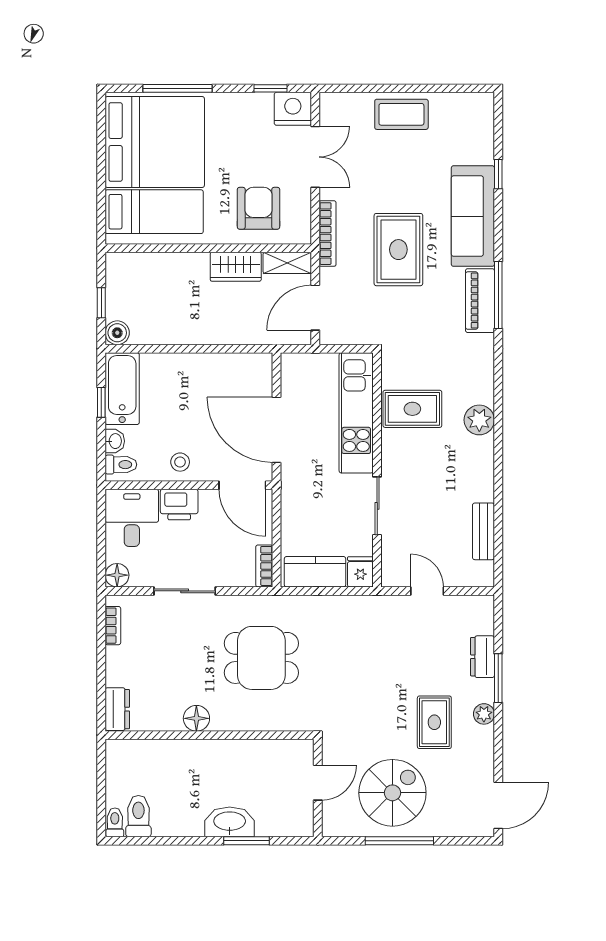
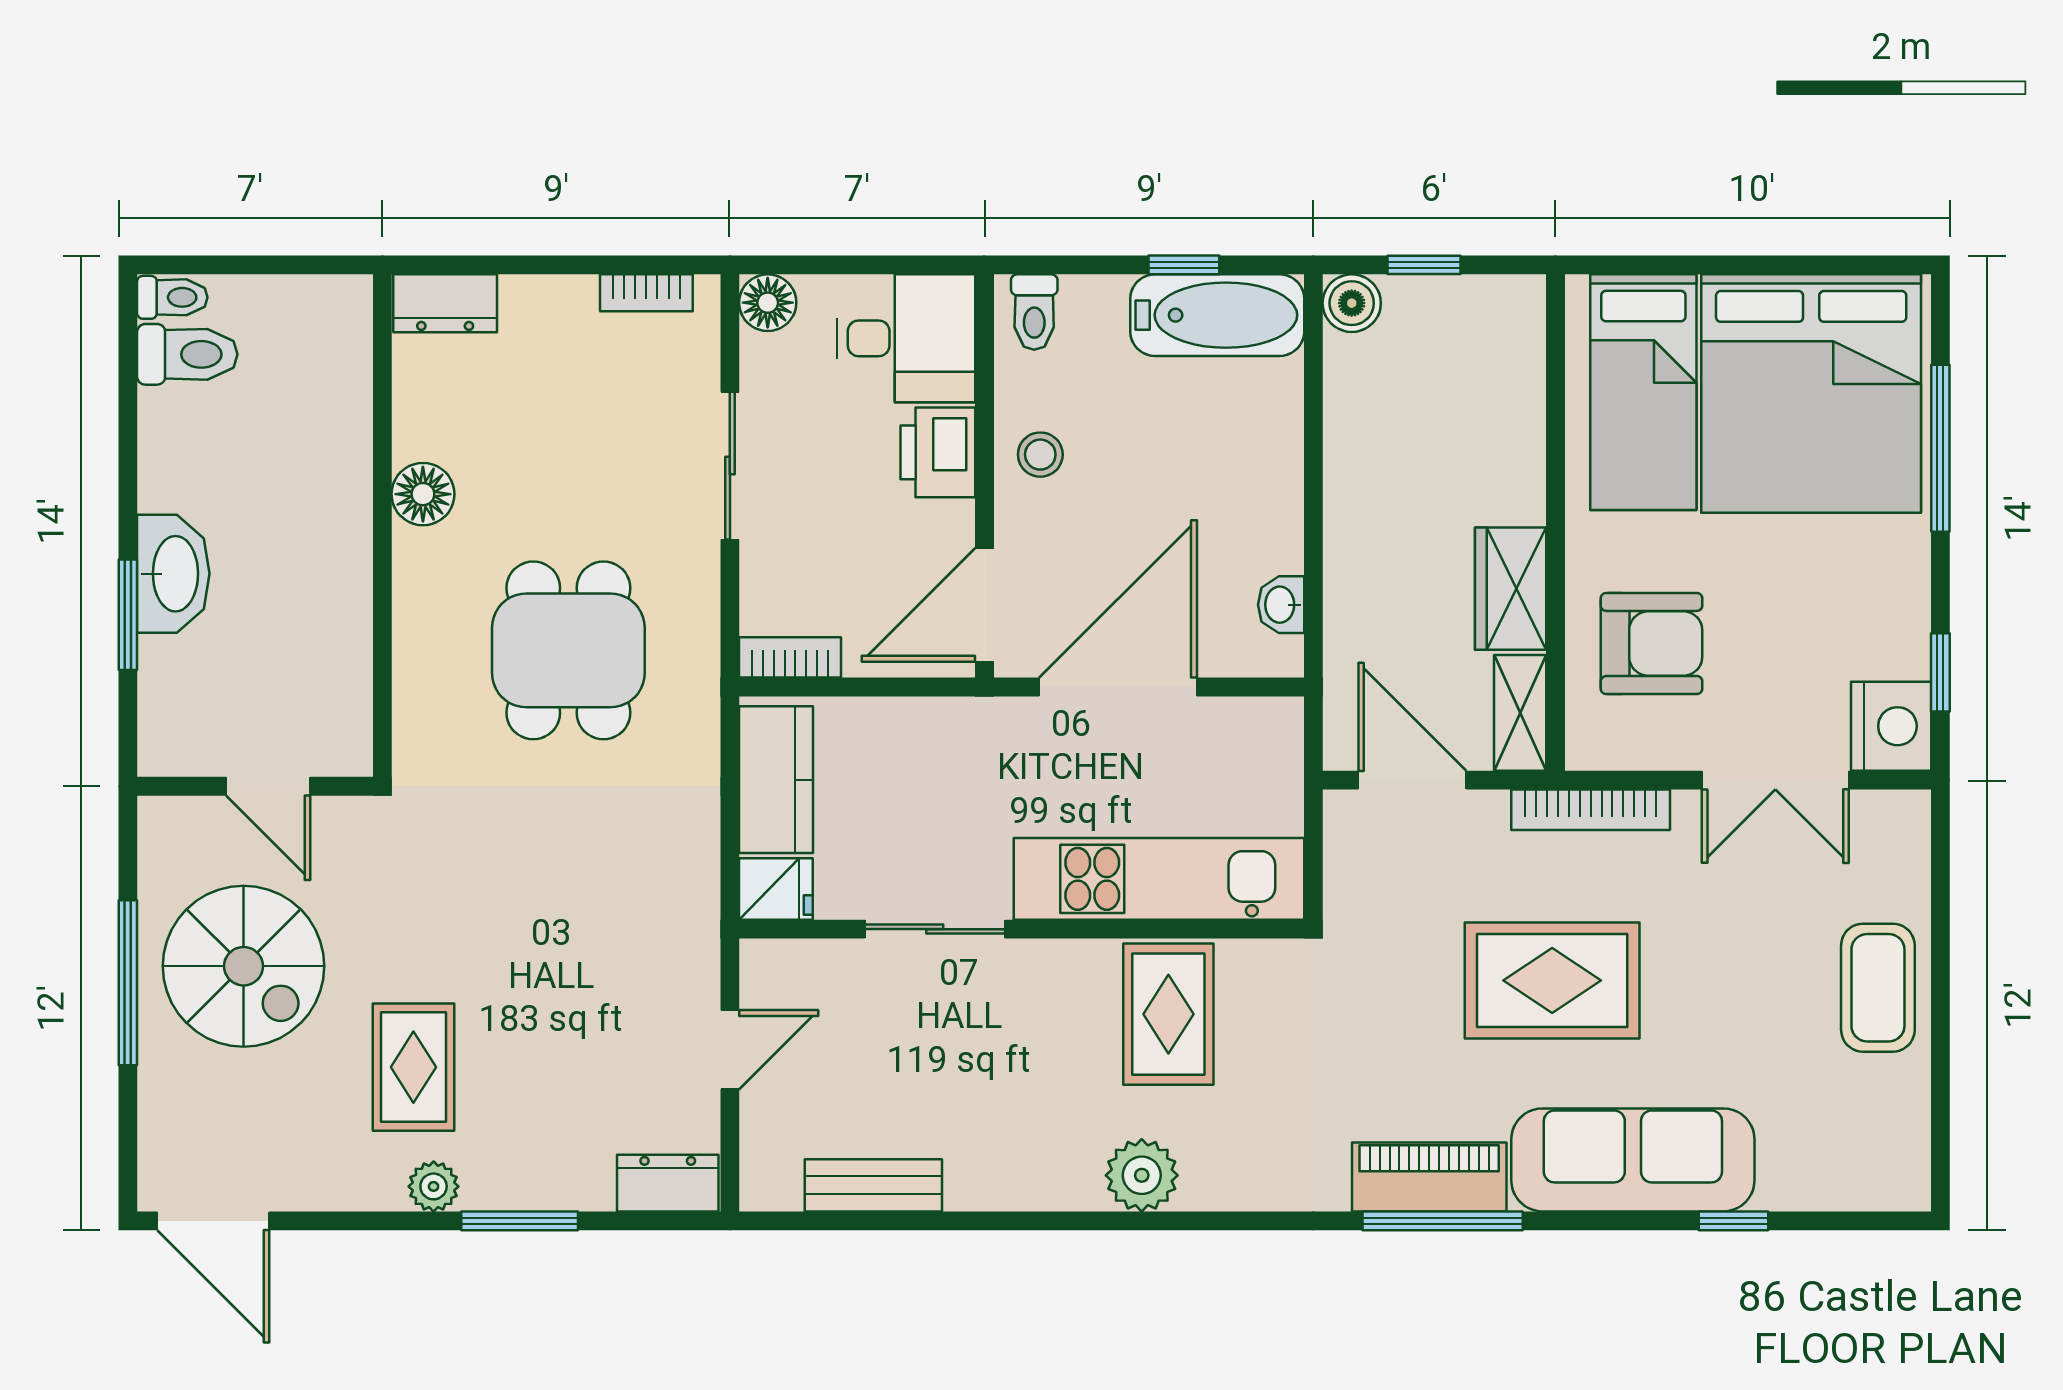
washbasin: (115, 441) -> (1281, 605), moved, turned 90
dresser: (483, 657) -> (668, 1183), moved
rug: (434, 722) -> (413, 1067), turned 90

